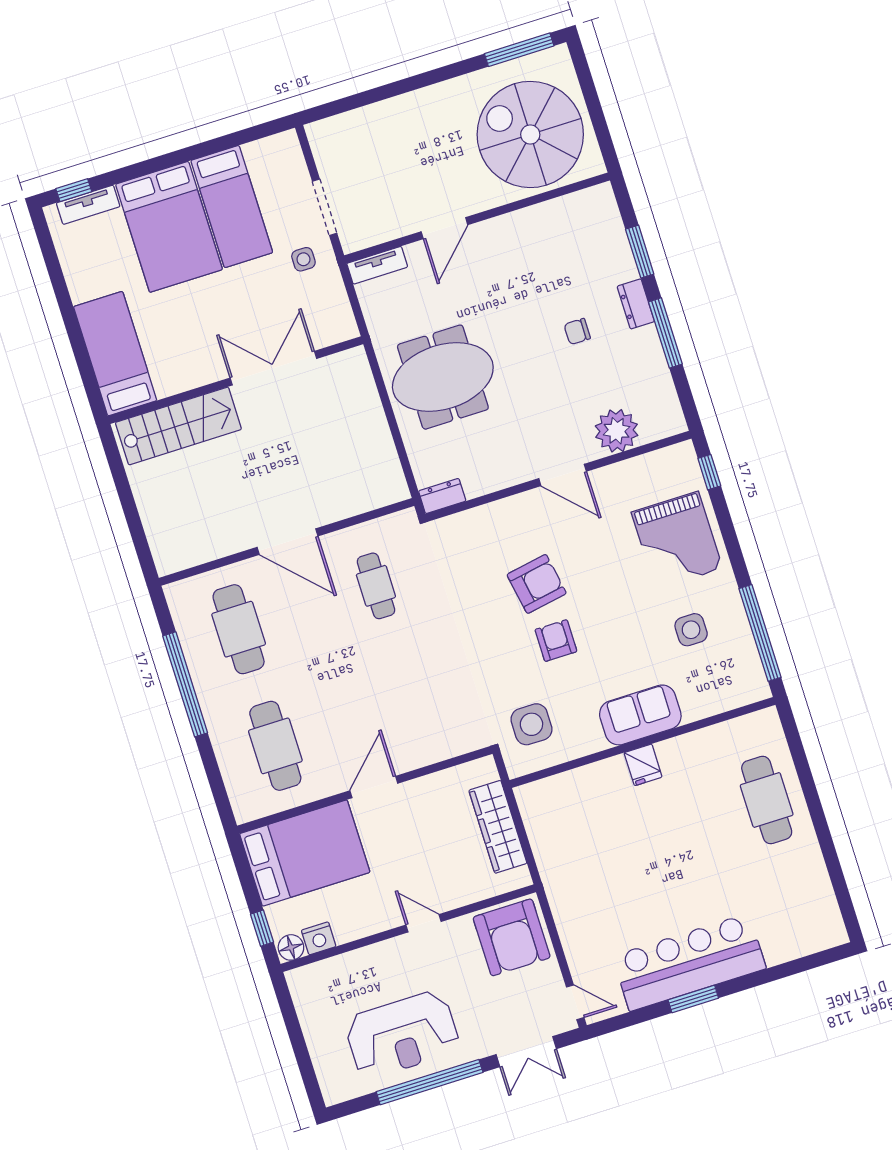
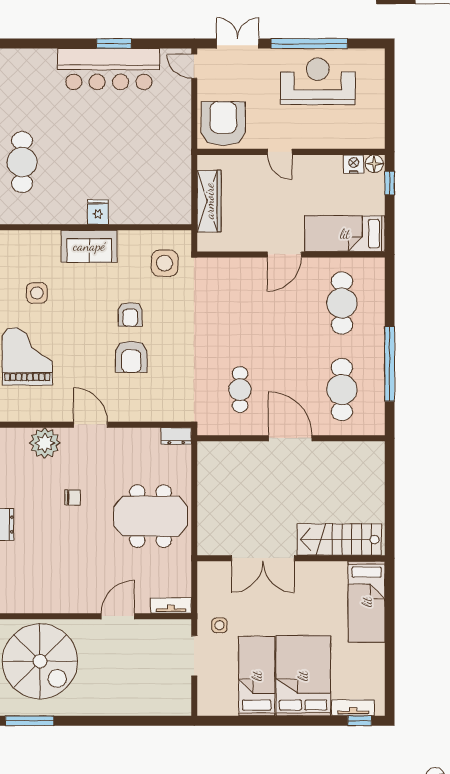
chair: (577, 332) -> (73, 498), moved
armchair: (537, 584) -> (131, 357), turned -80
bed: (305, 853) -> (345, 234), width x0.67

